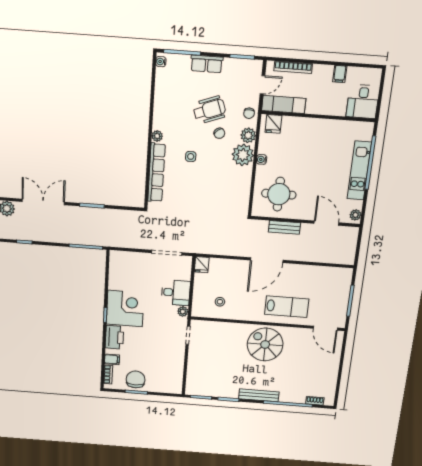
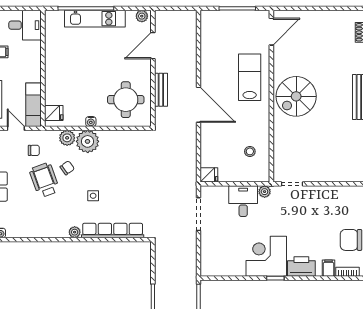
chair: (249, 113) -> (34, 150), moved

